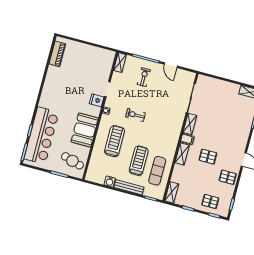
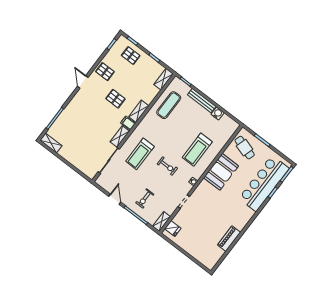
piano: (57, 54) -> (229, 239), moved
fridge: (97, 100) -> (173, 229), moved
treadmill: (139, 161) -> (140, 154), moved

